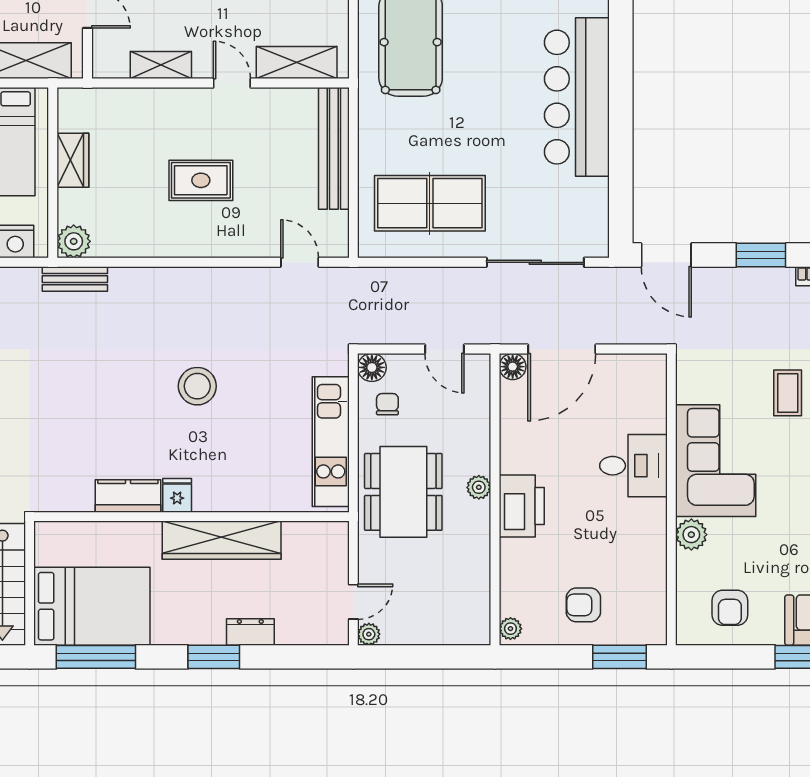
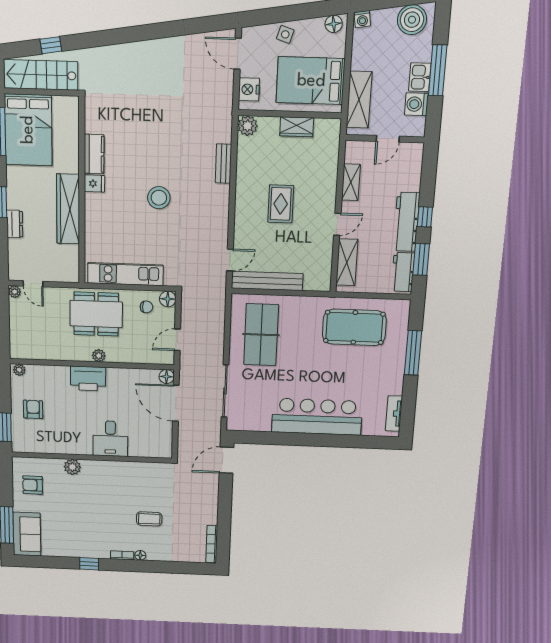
bench: (334, 148) -> (267, 281), moved
window: (761, 255) -> (225, 508), removed
bench: (75, 279) -> (223, 164), moved
corner sofa: (716, 461) -> (113, 481), removed

